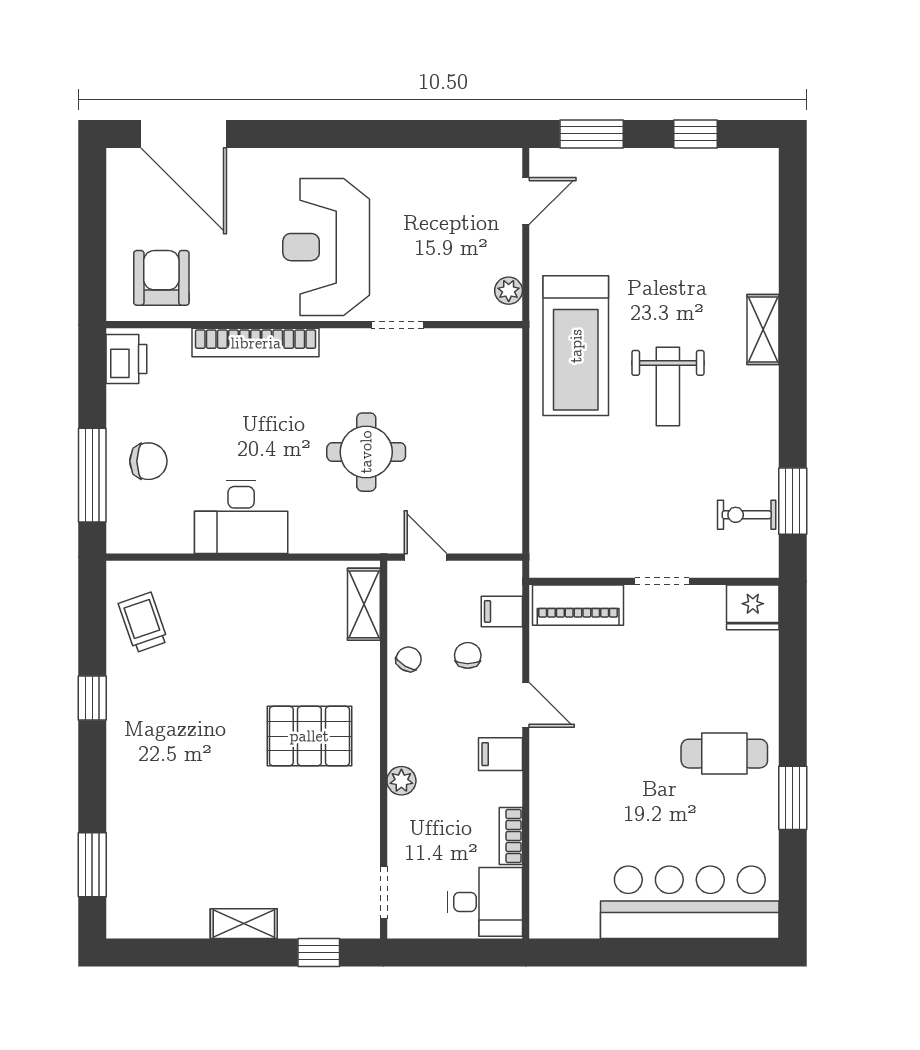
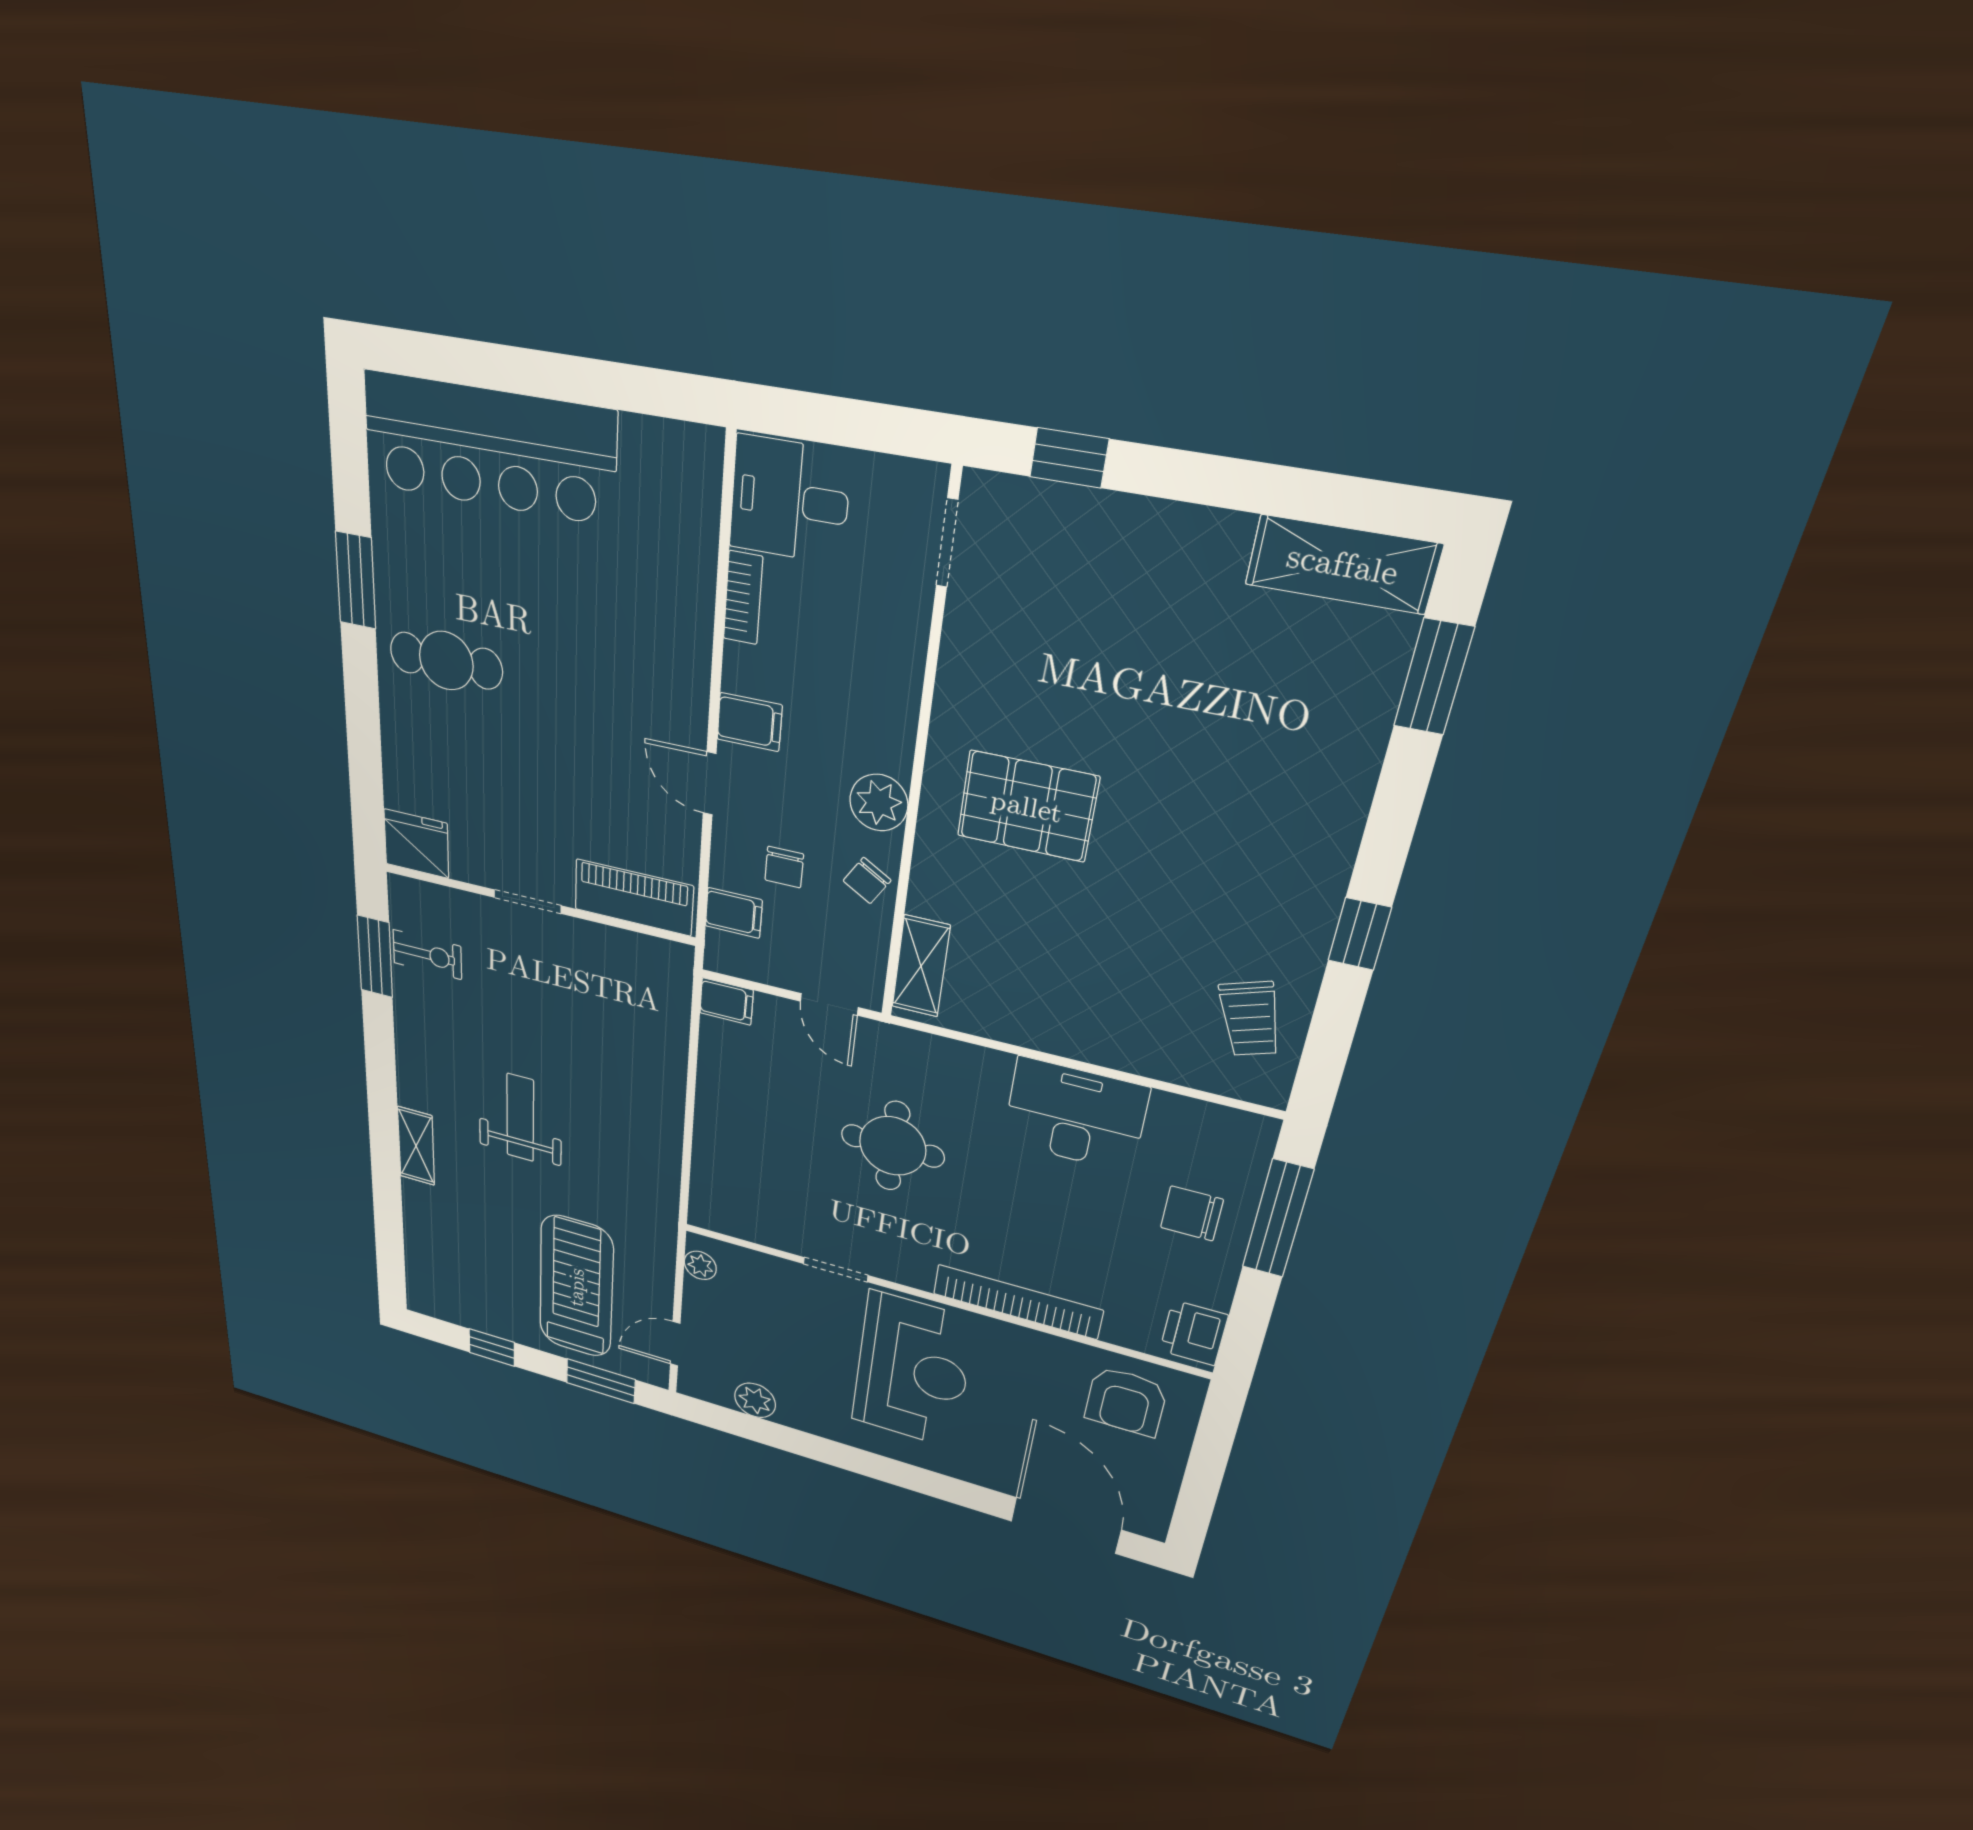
plant: (452, 166) -> (755, 1400), added
treadmill: (576, 346) -> (576, 1287), moved
filing cabinet: (502, 539) -> (727, 1002), added
plant: (401, 781) -> (879, 803), moved, width x1.38, depth x1.38
shelving: (244, 924) -> (1343, 564), moved, width x1.50, depth x1.33

